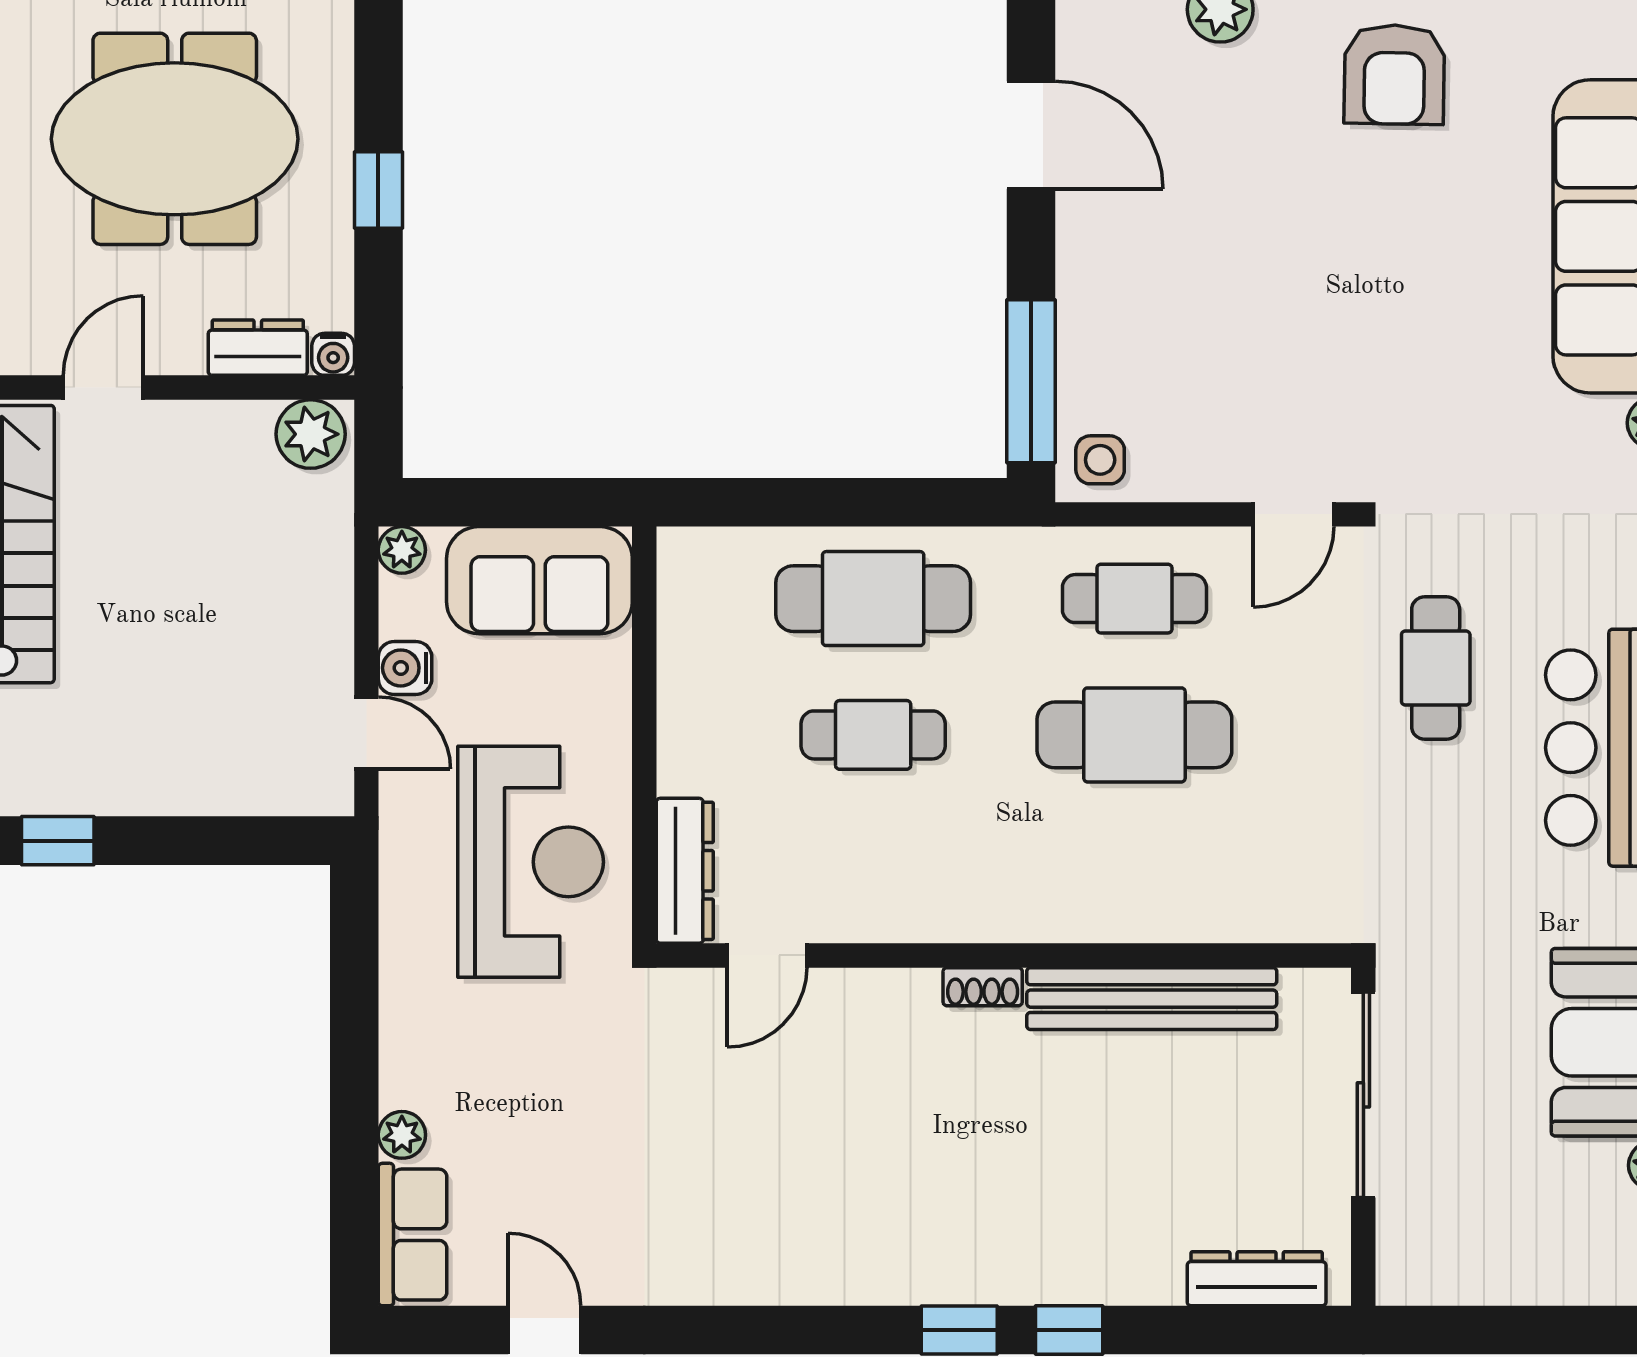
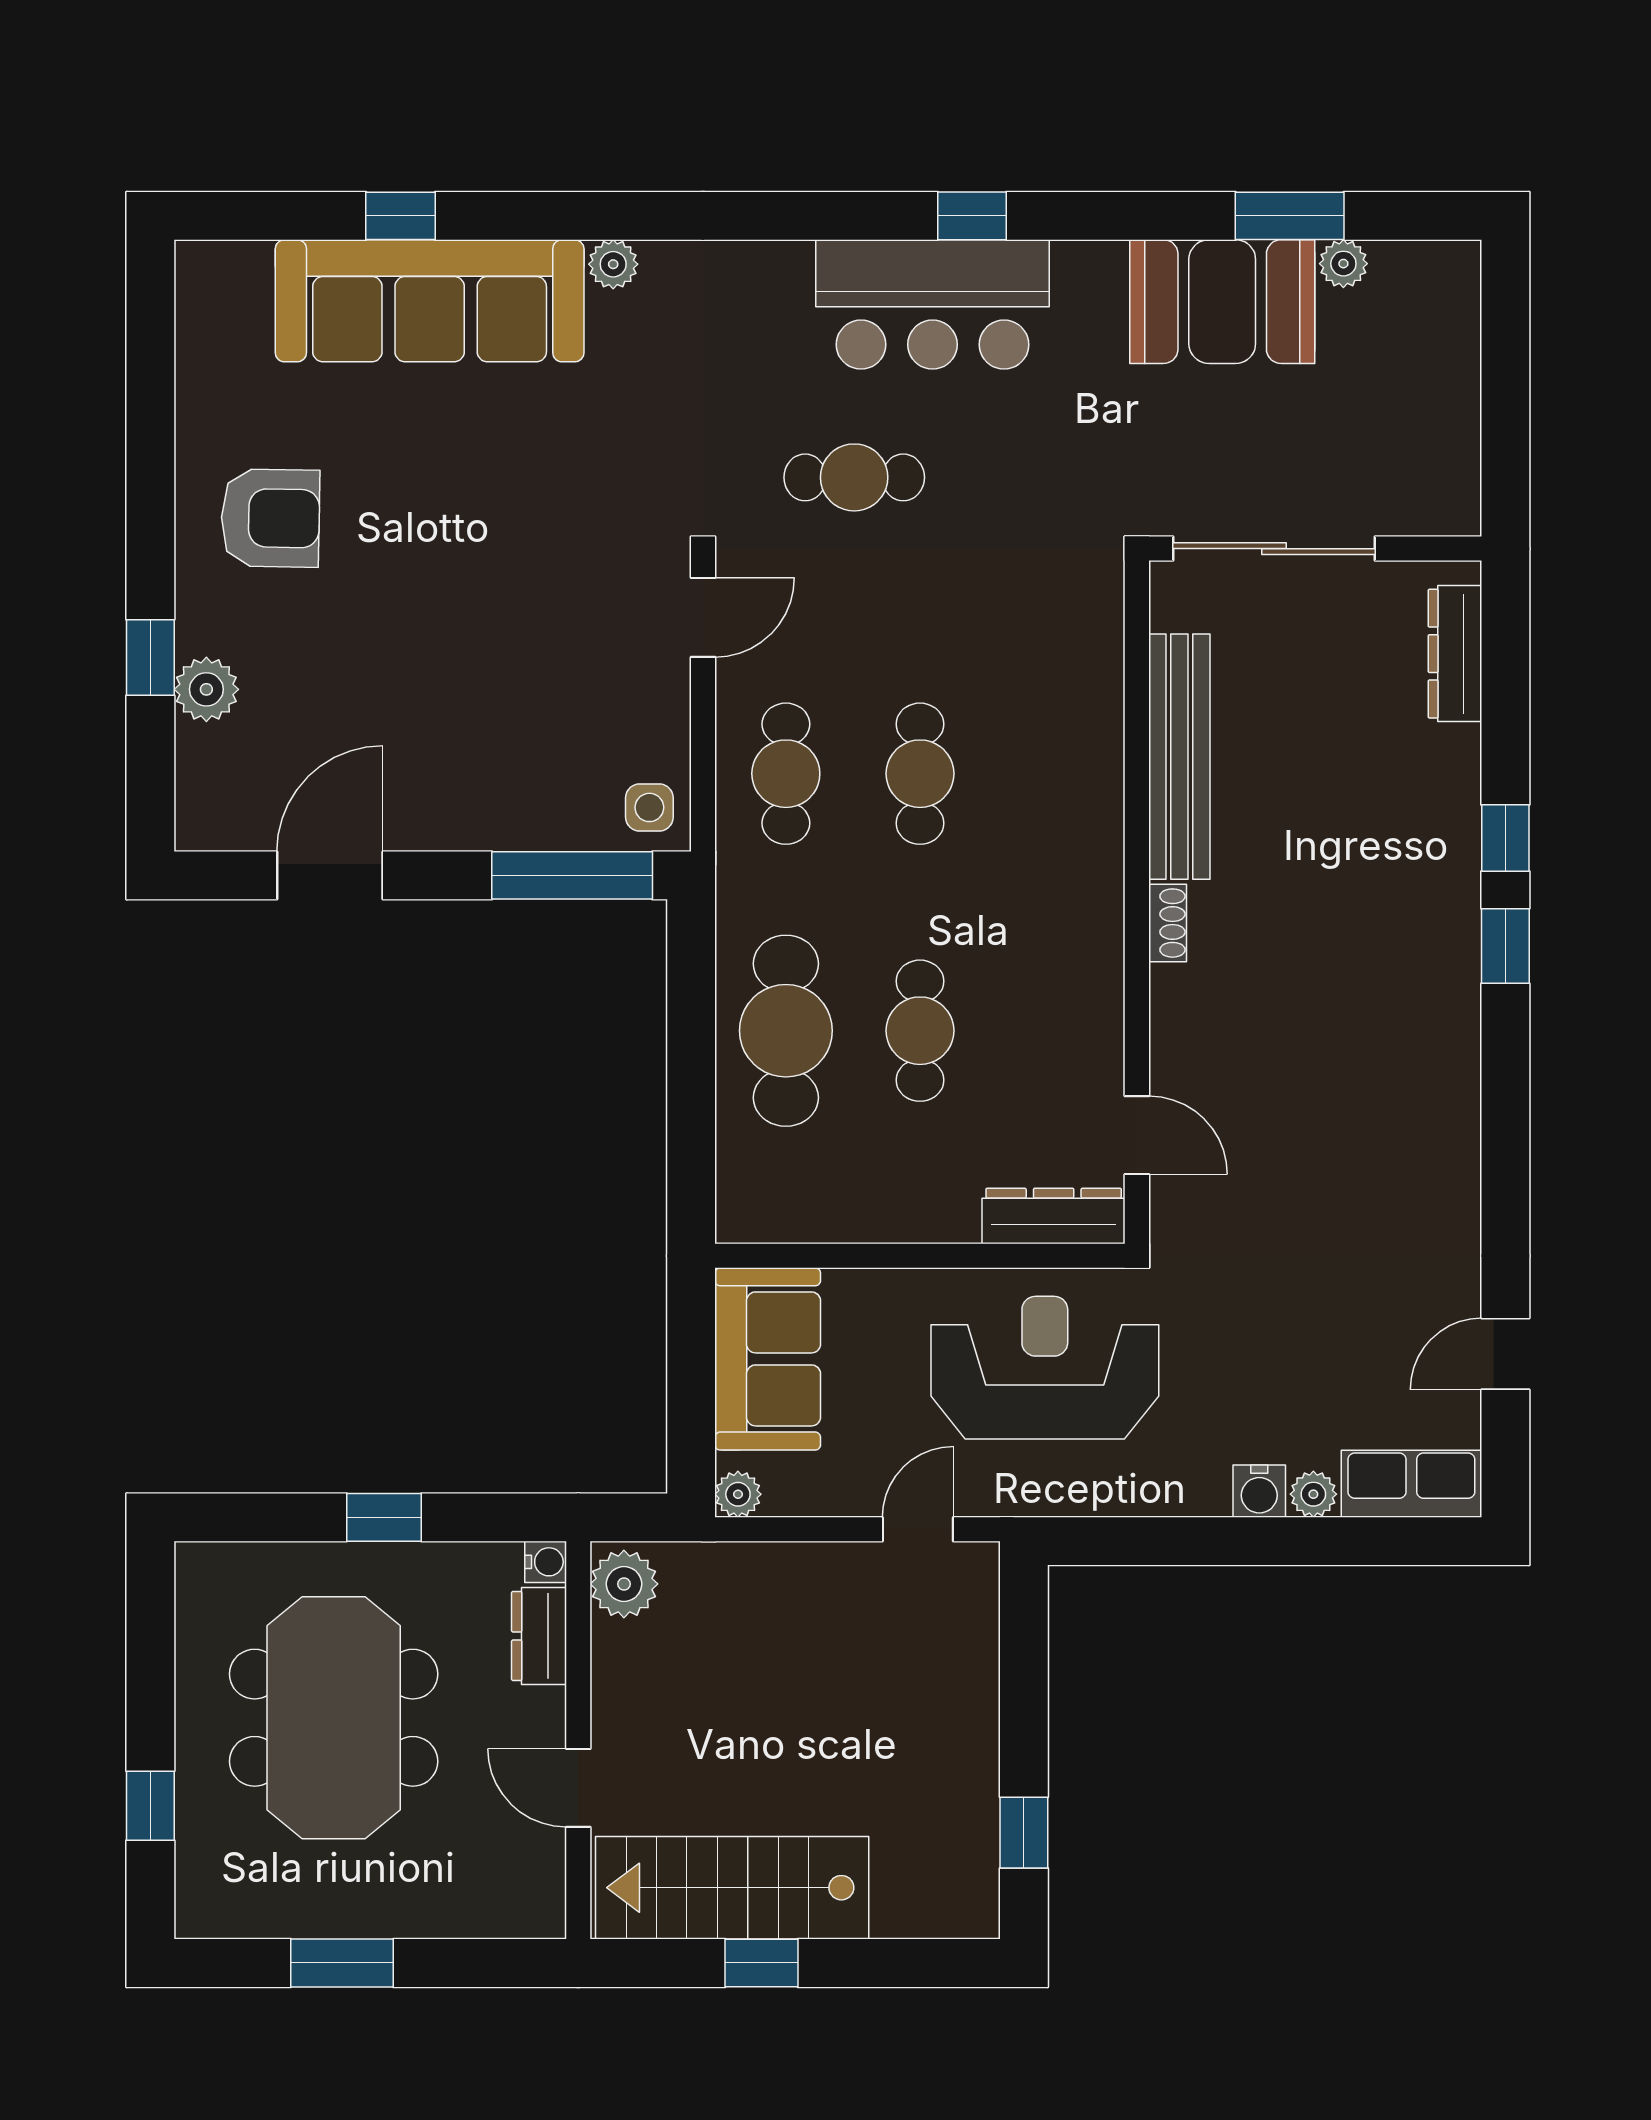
door: (1293, 514) -> (703, 617), hinge flipped
water cooler: (405, 668) -> (1259, 1491), moved
cafe table: (1134, 735) -> (920, 774), width x0.73, depth x0.74

